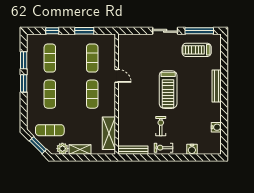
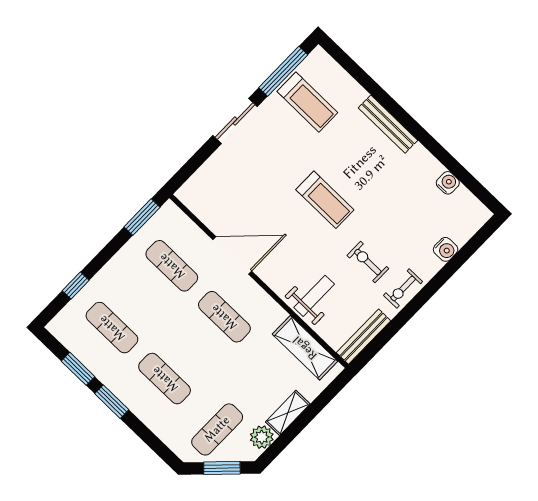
window: (84, 31) -> (142, 217), moved
treadmill: (197, 50) -> (307, 102), turned -90
door: (117, 76) -> (232, 255), width x1.87
treadmill: (168, 90) -> (325, 200), width x0.73, depth x0.73
weight bench: (130, 119) -> (314, 296), added

